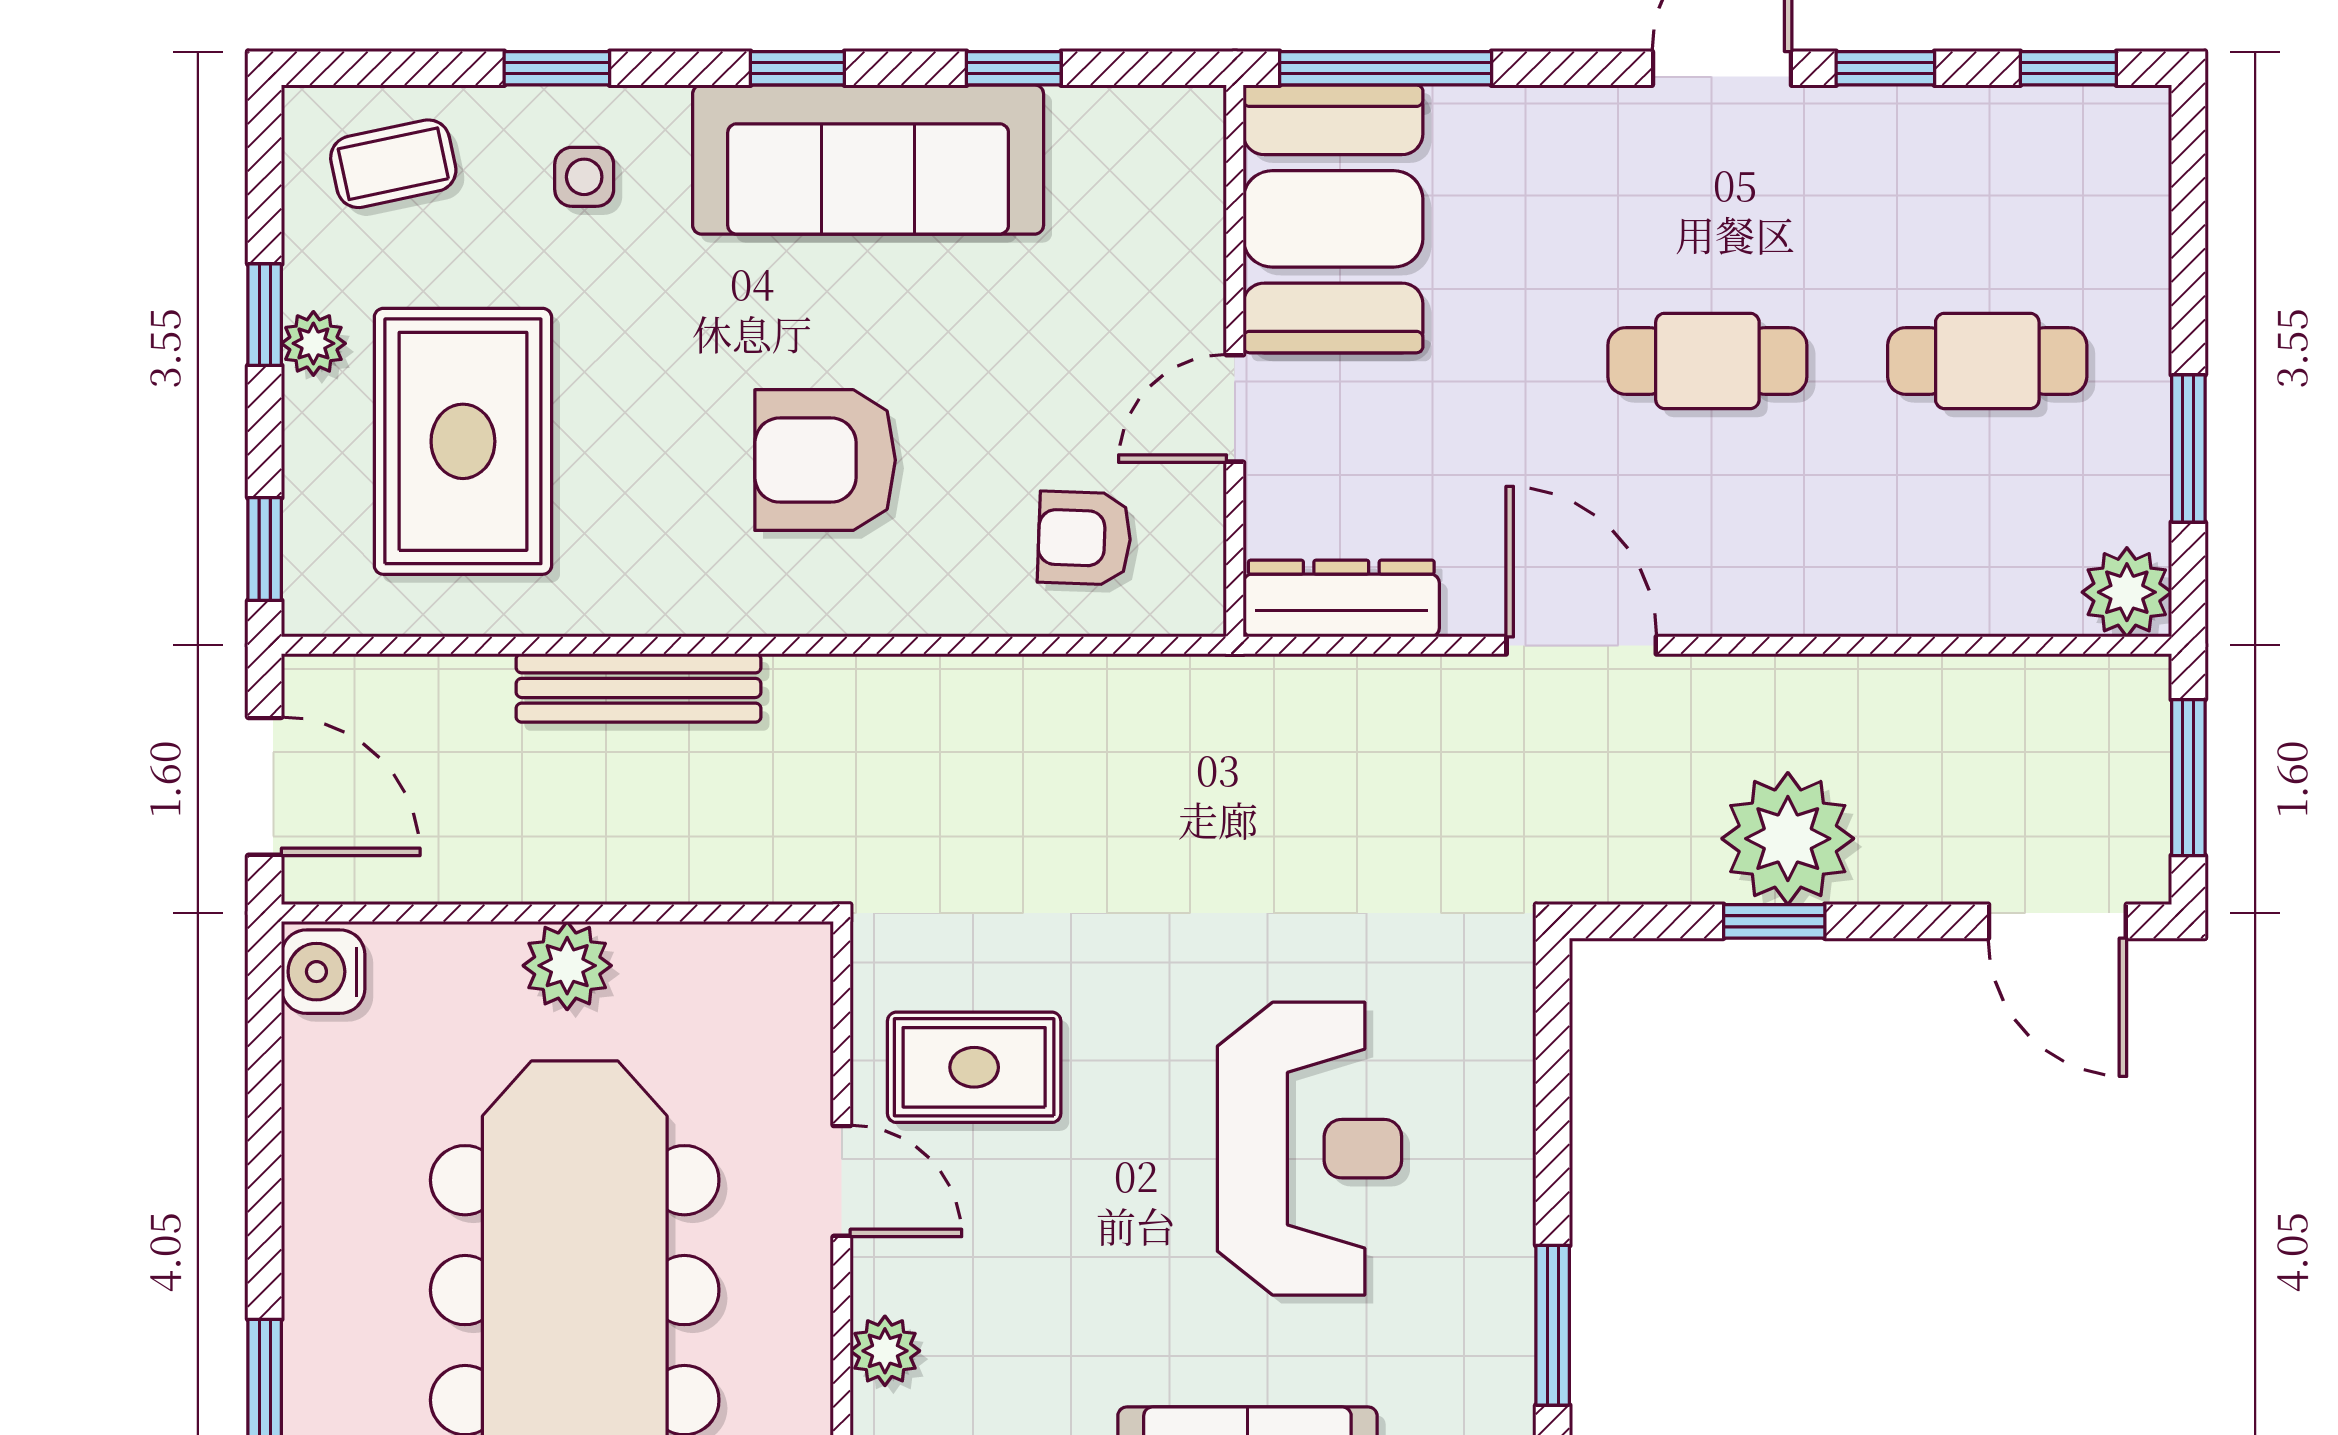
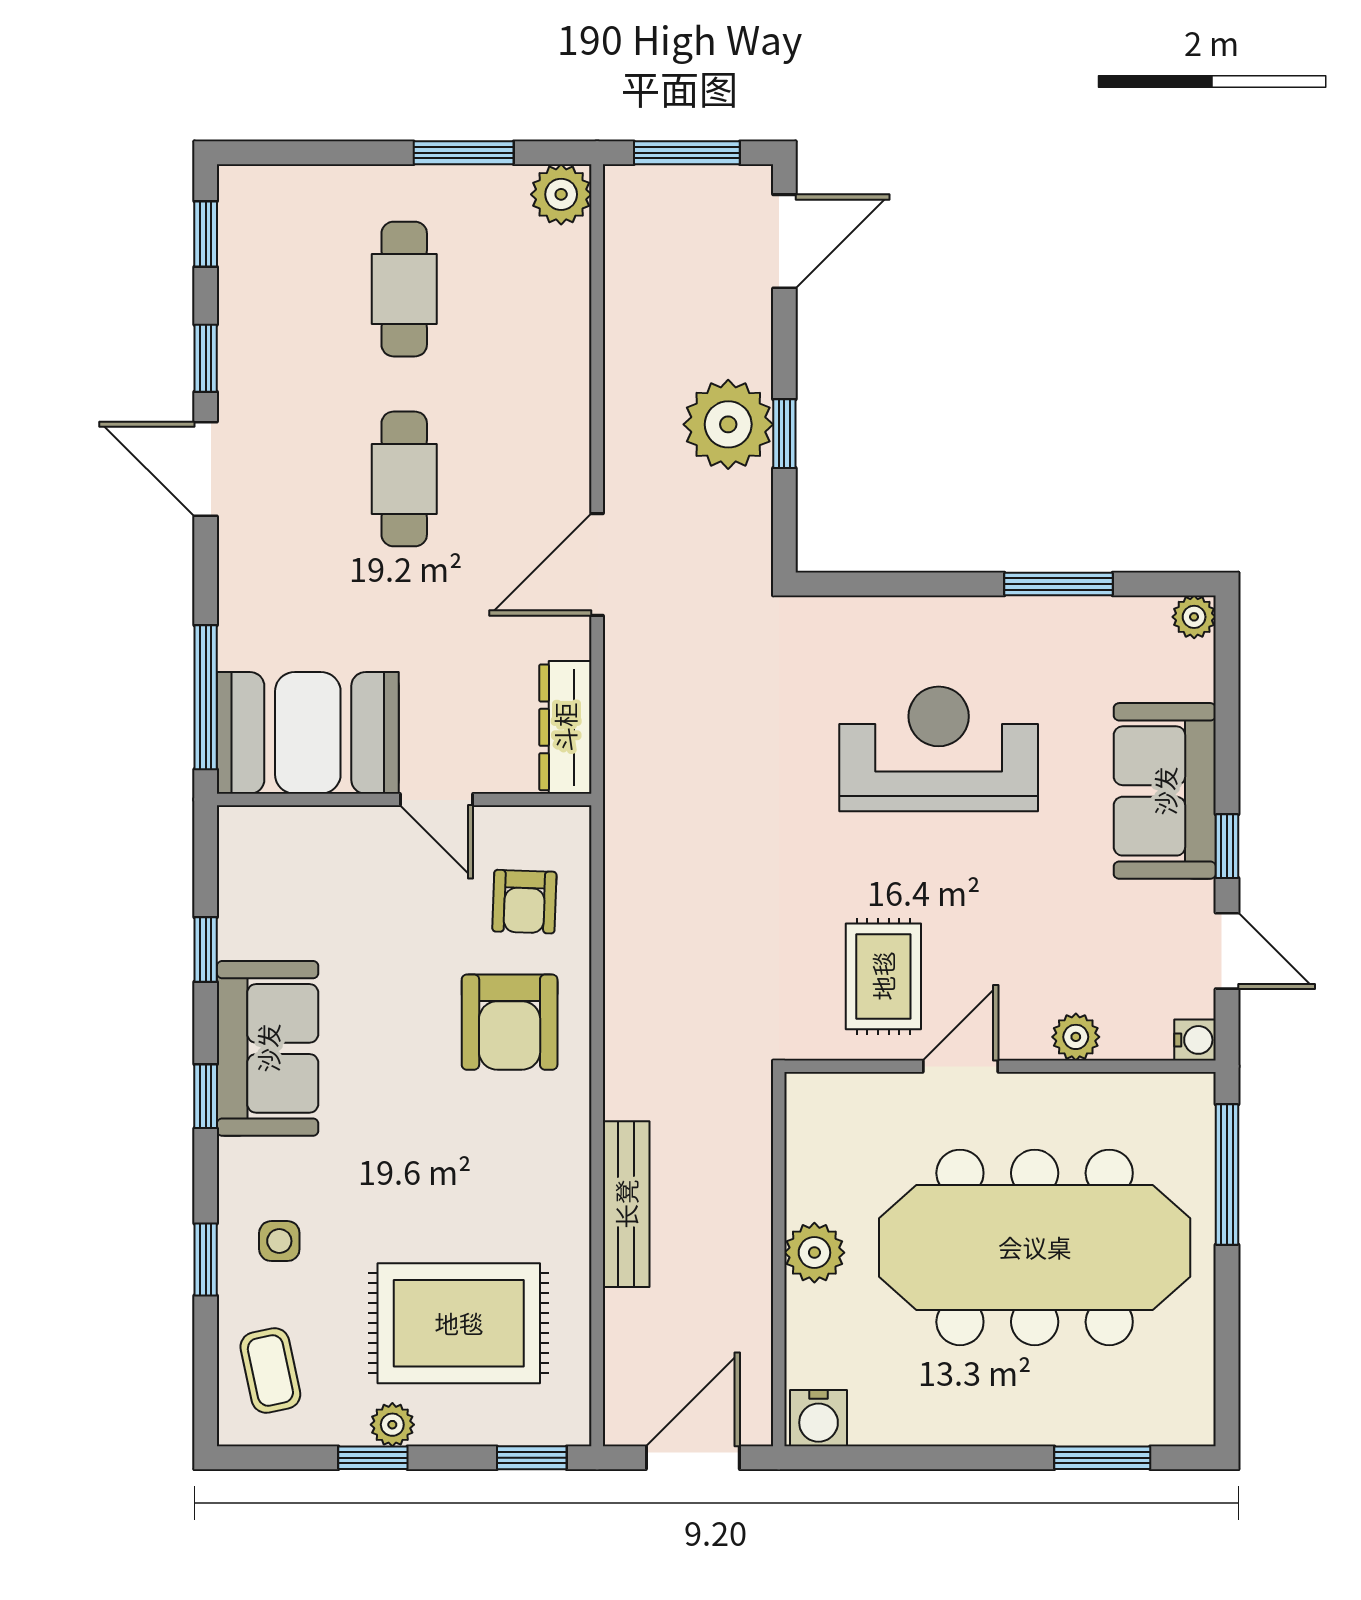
sofa: (868, 160) -> (268, 1048), width x0.73
armchair: (825, 460) -> (510, 1022), moved

